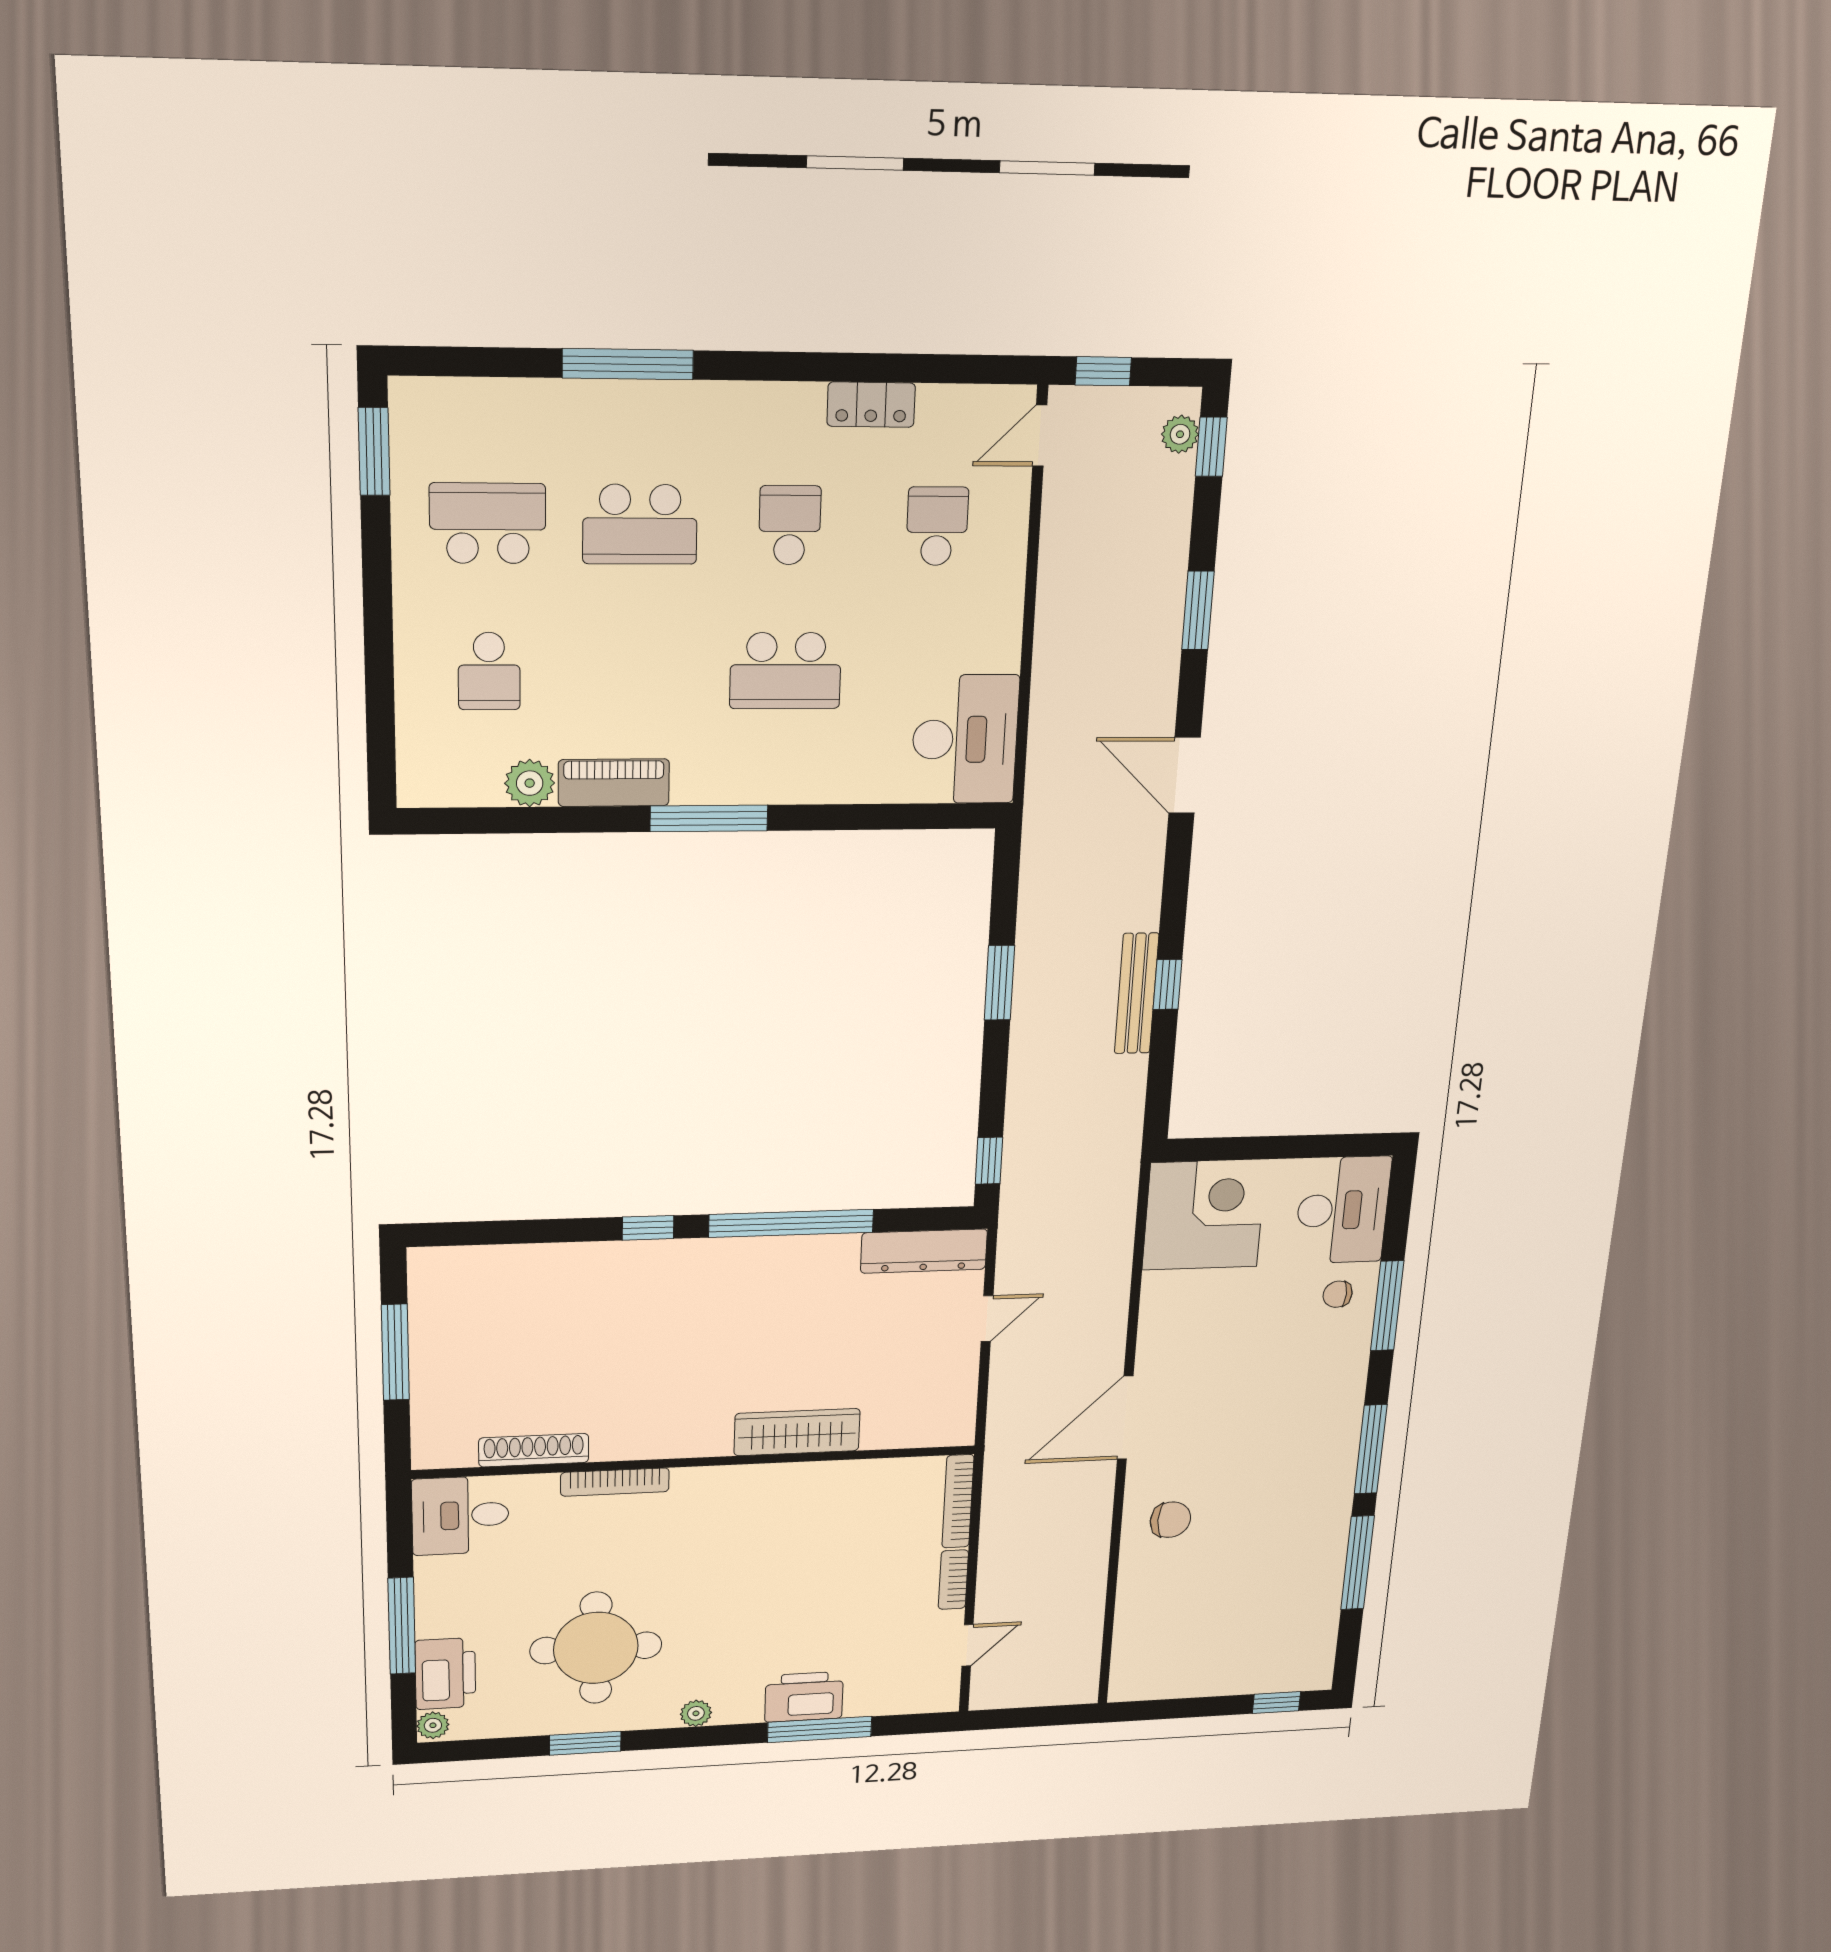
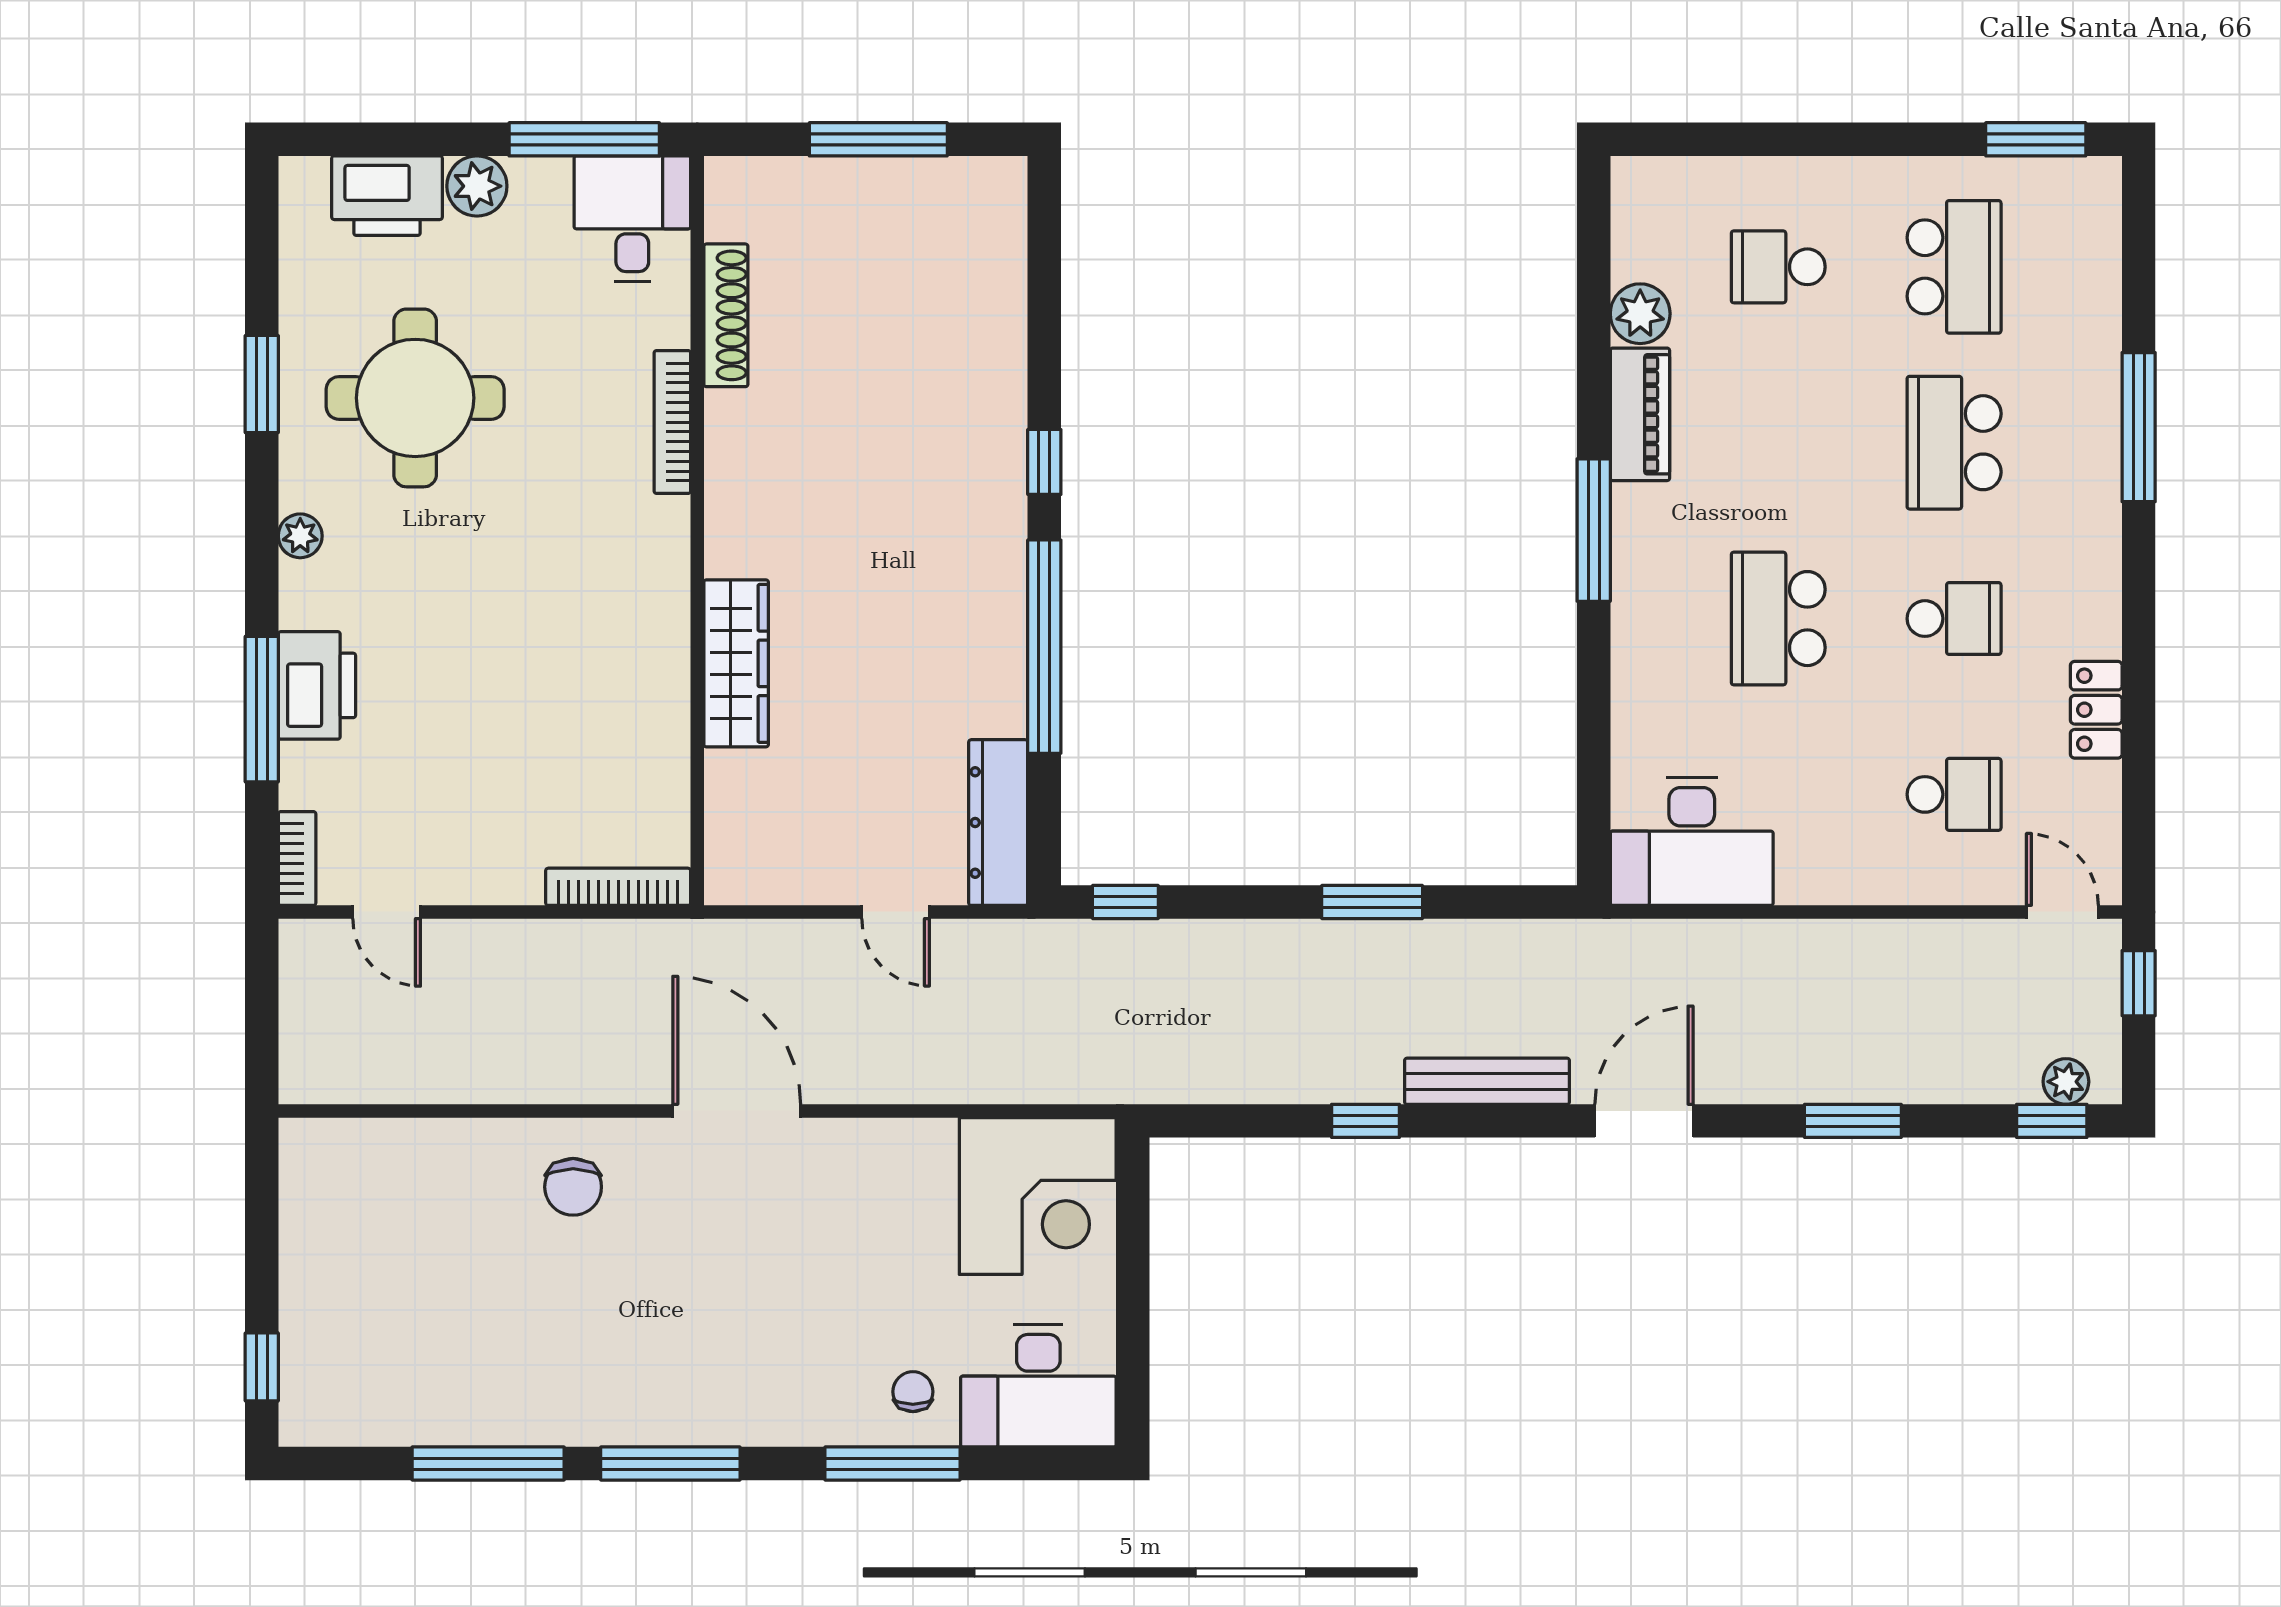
bench: (1137, 993) -> (1487, 1081), moved
bookcase: (953, 1580) -> (297, 858), moved, turned 90
window: (402, 1626) -> (584, 139), moved
plant: (433, 1725) -> (477, 186), moved, width x1.38, depth x1.38

